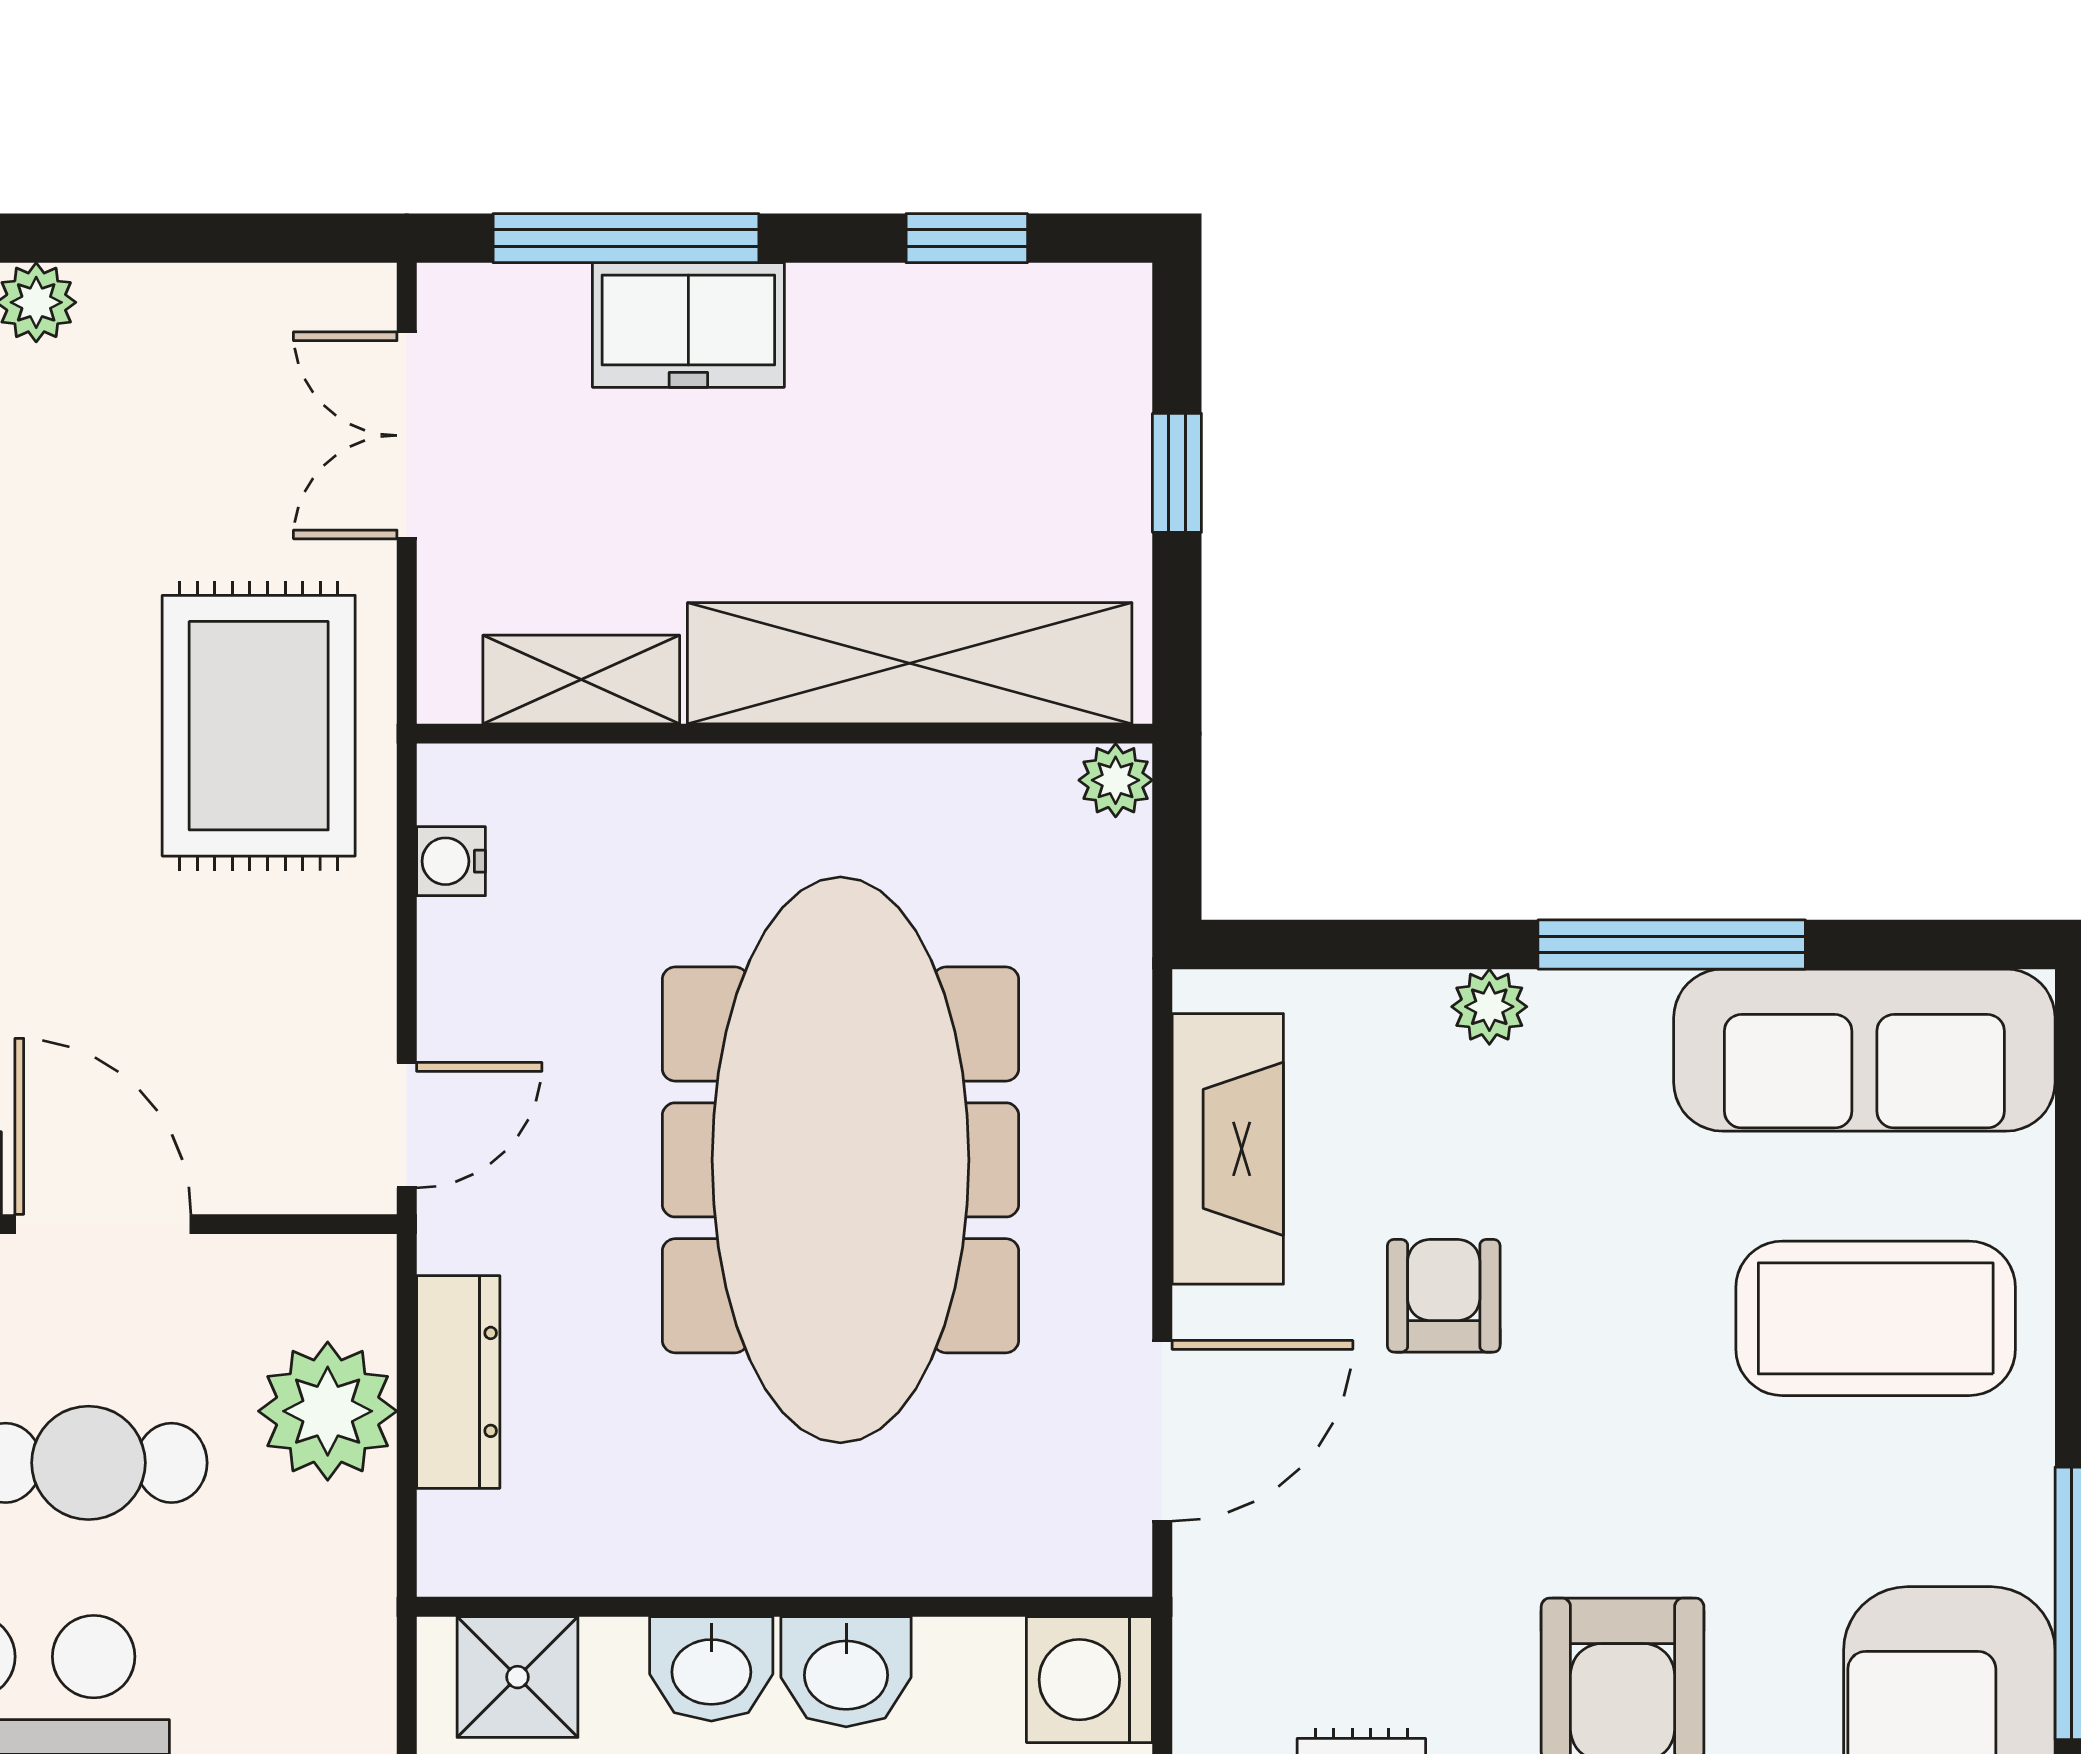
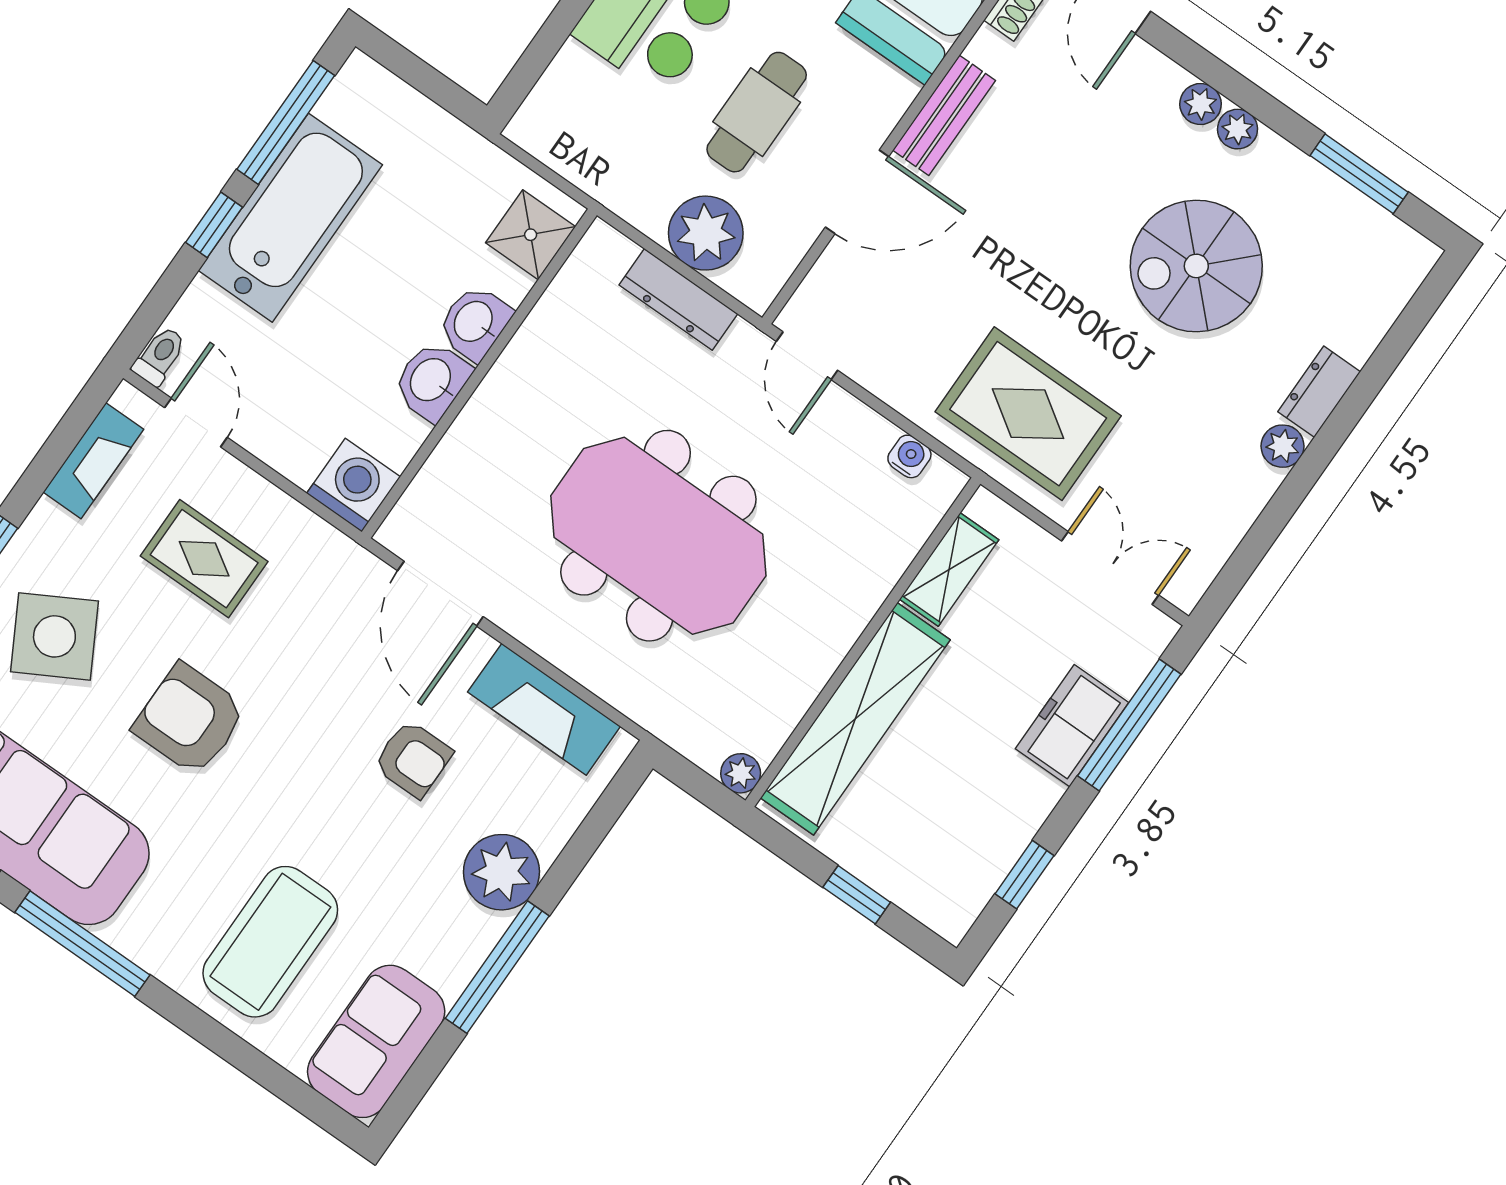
plant: (1489, 1007) -> (501, 872), width x1.87, depth x1.87
sofa: (1864, 1050) -> (376, 1041), width x0.73
meeting table: (840, 1160) -> (658, 536), width x0.73

